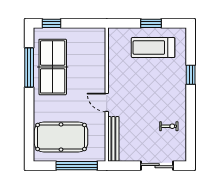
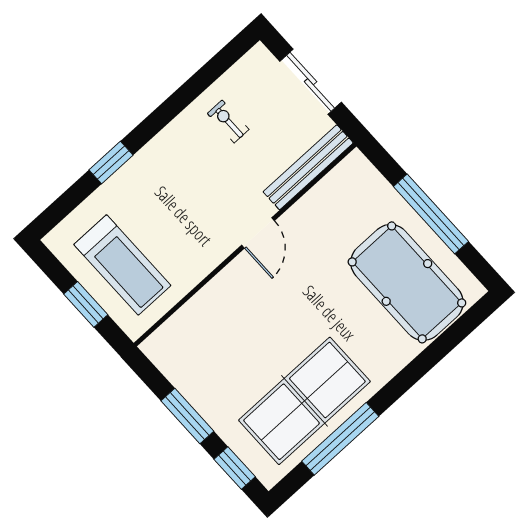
window: (83, 23) -> (187, 416), added
wall: (107, 95) -> (245, 245), moved
door: (107, 102) -> (258, 233), moved
bench: (113, 139) -> (308, 167), moved

